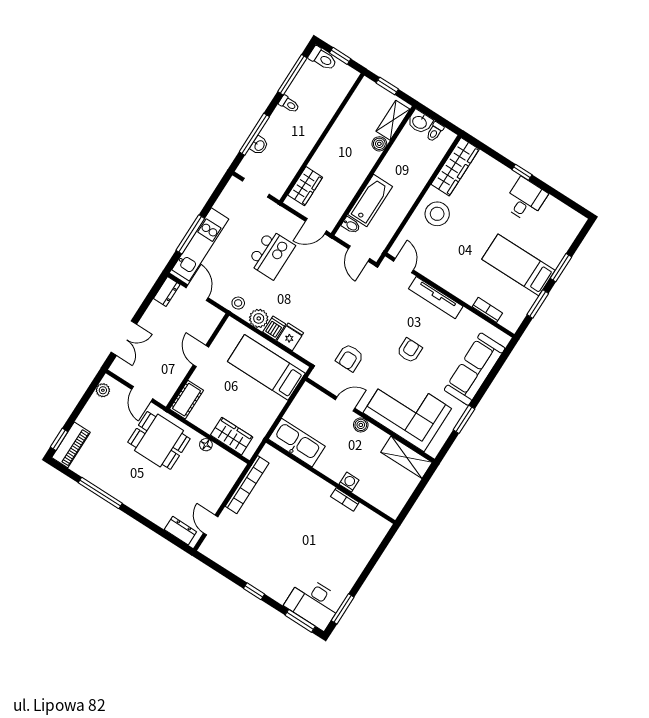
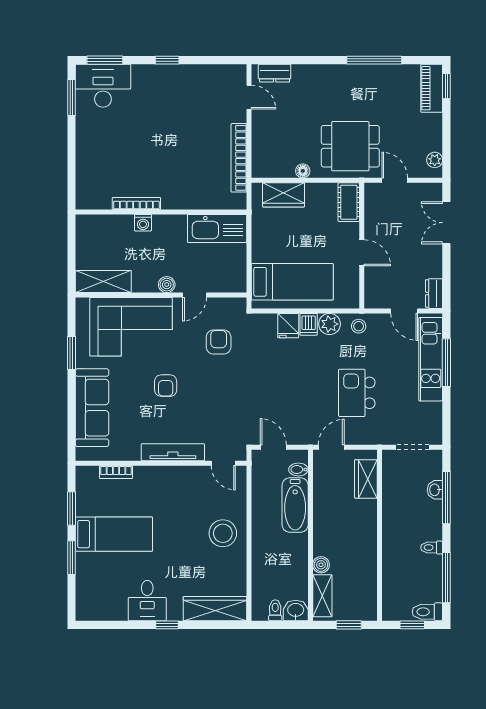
wardrobe: (455, 167) -> (215, 609), moved, turned 90
bookcase: (345, 499) -> (136, 203), width x1.56

